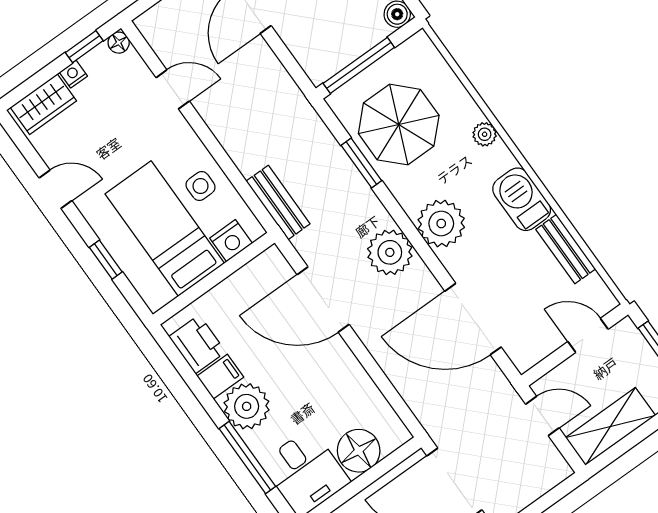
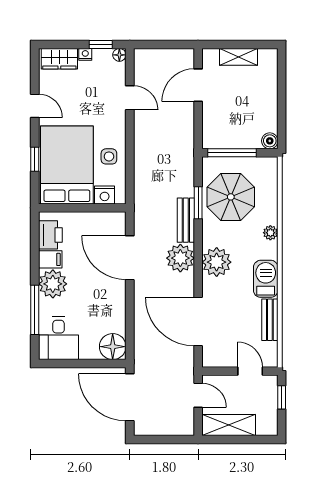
bench: (278, 202) -> (186, 220), moved
bed: (165, 229) -> (67, 165), width x1.50
floor lamp: (359, 451) -> (113, 347), moved

